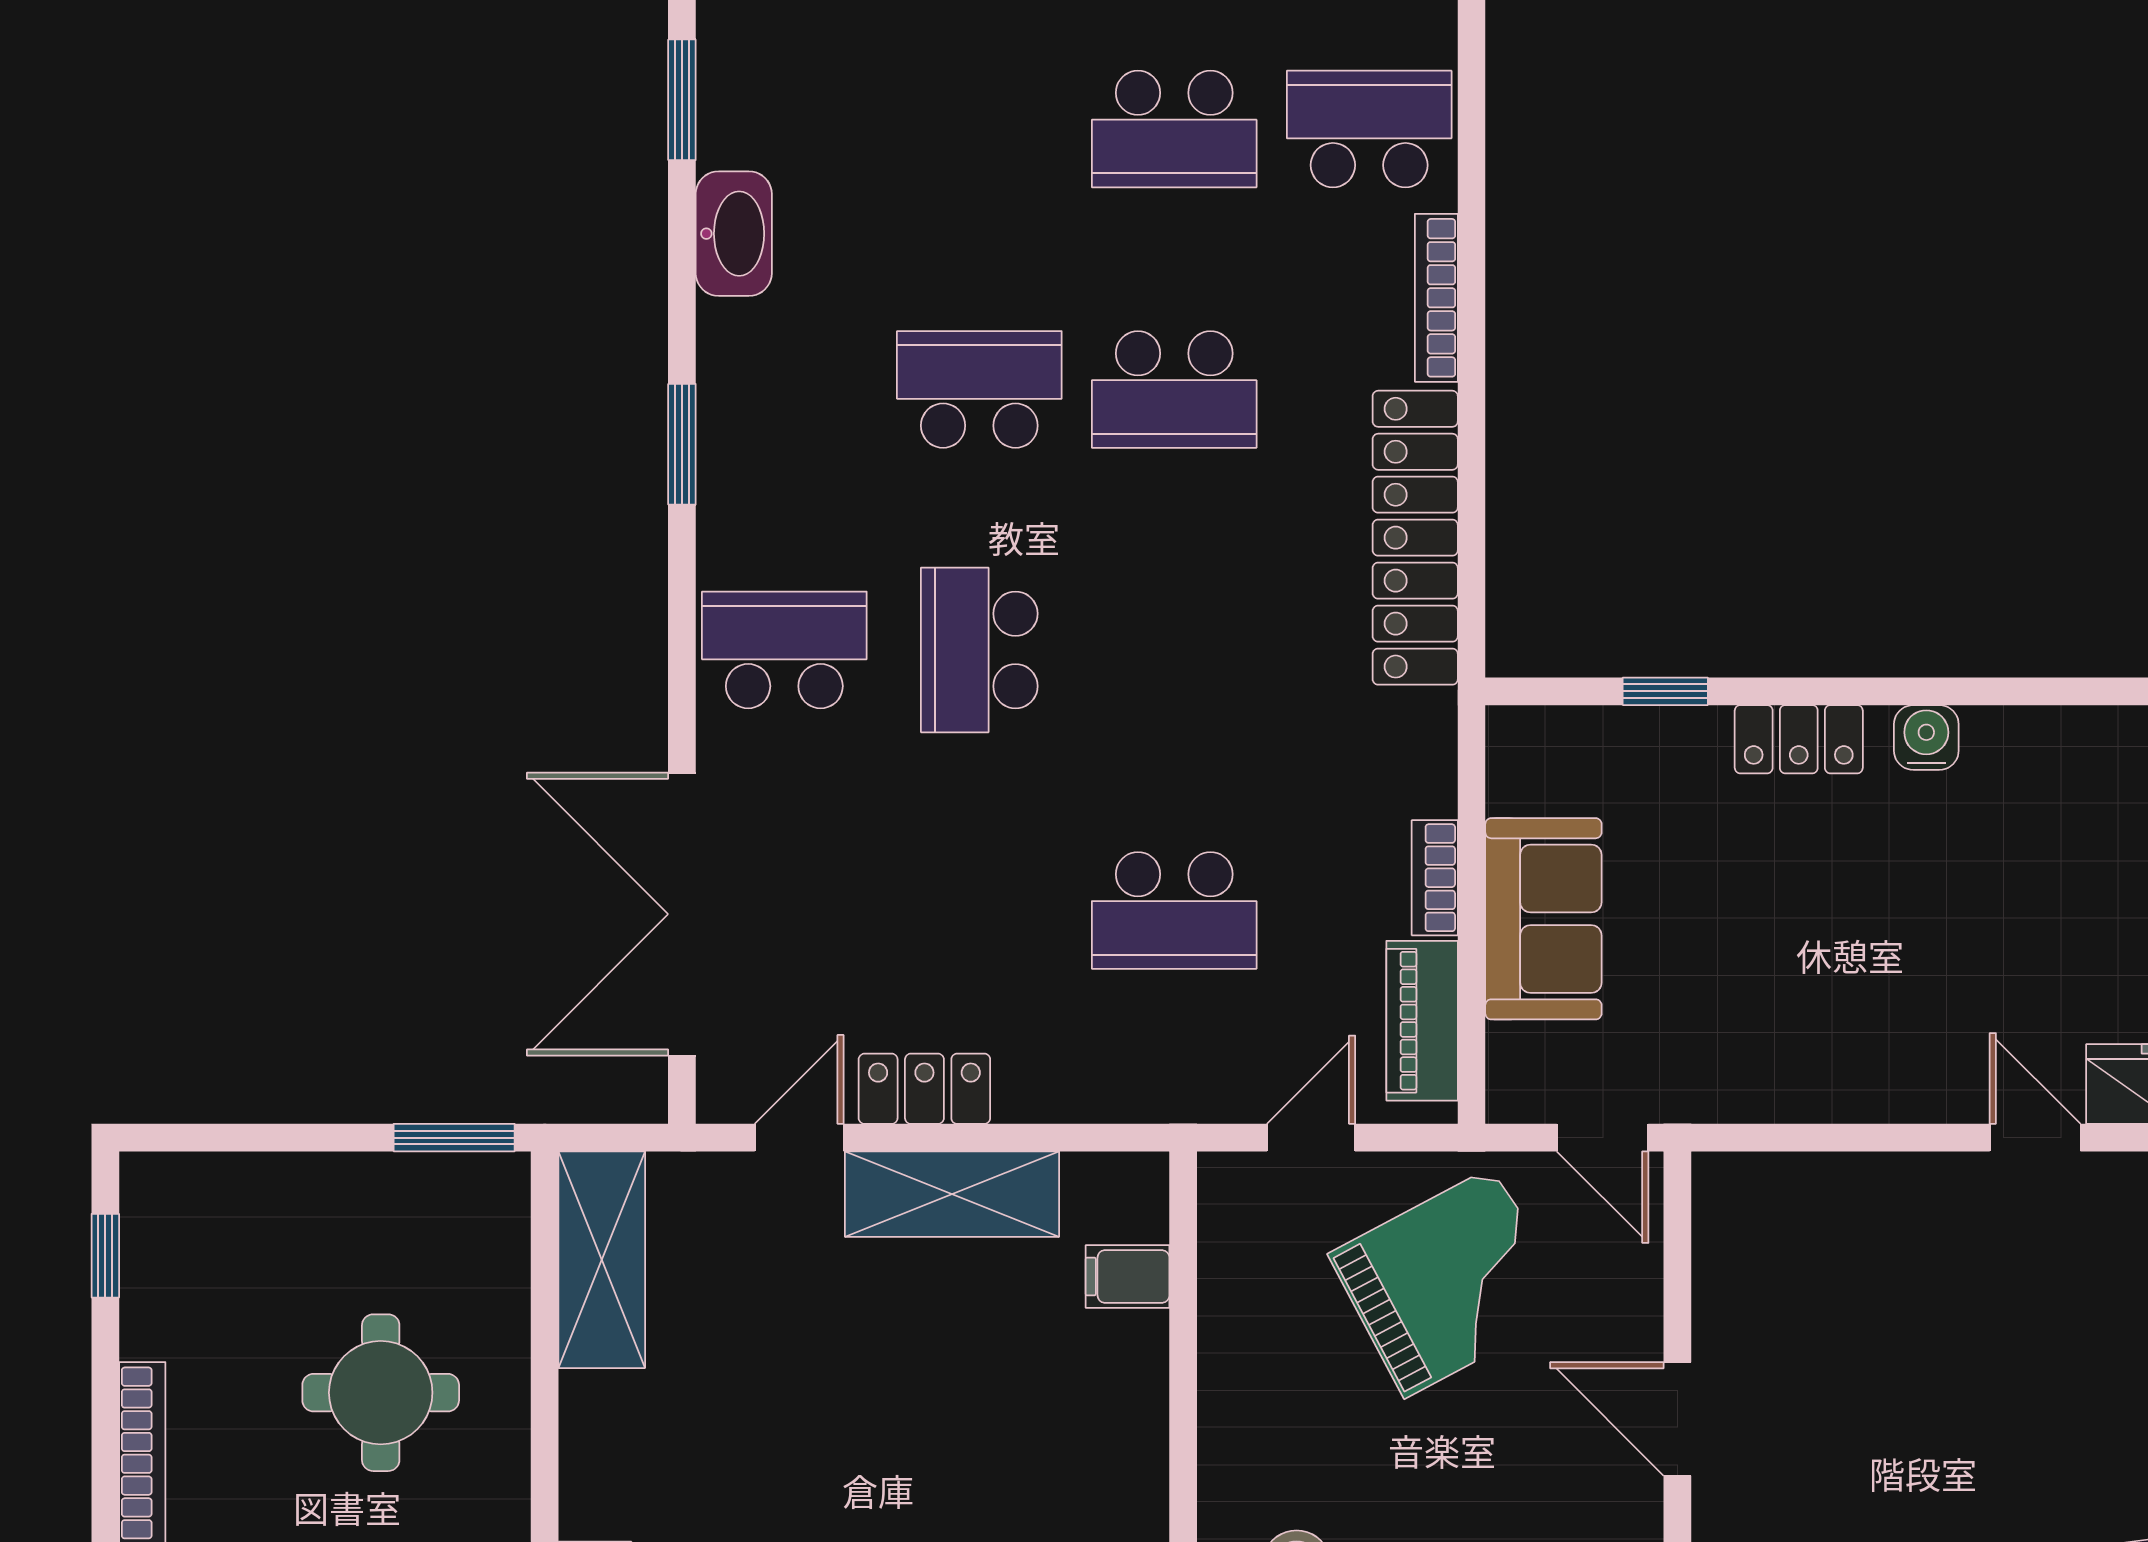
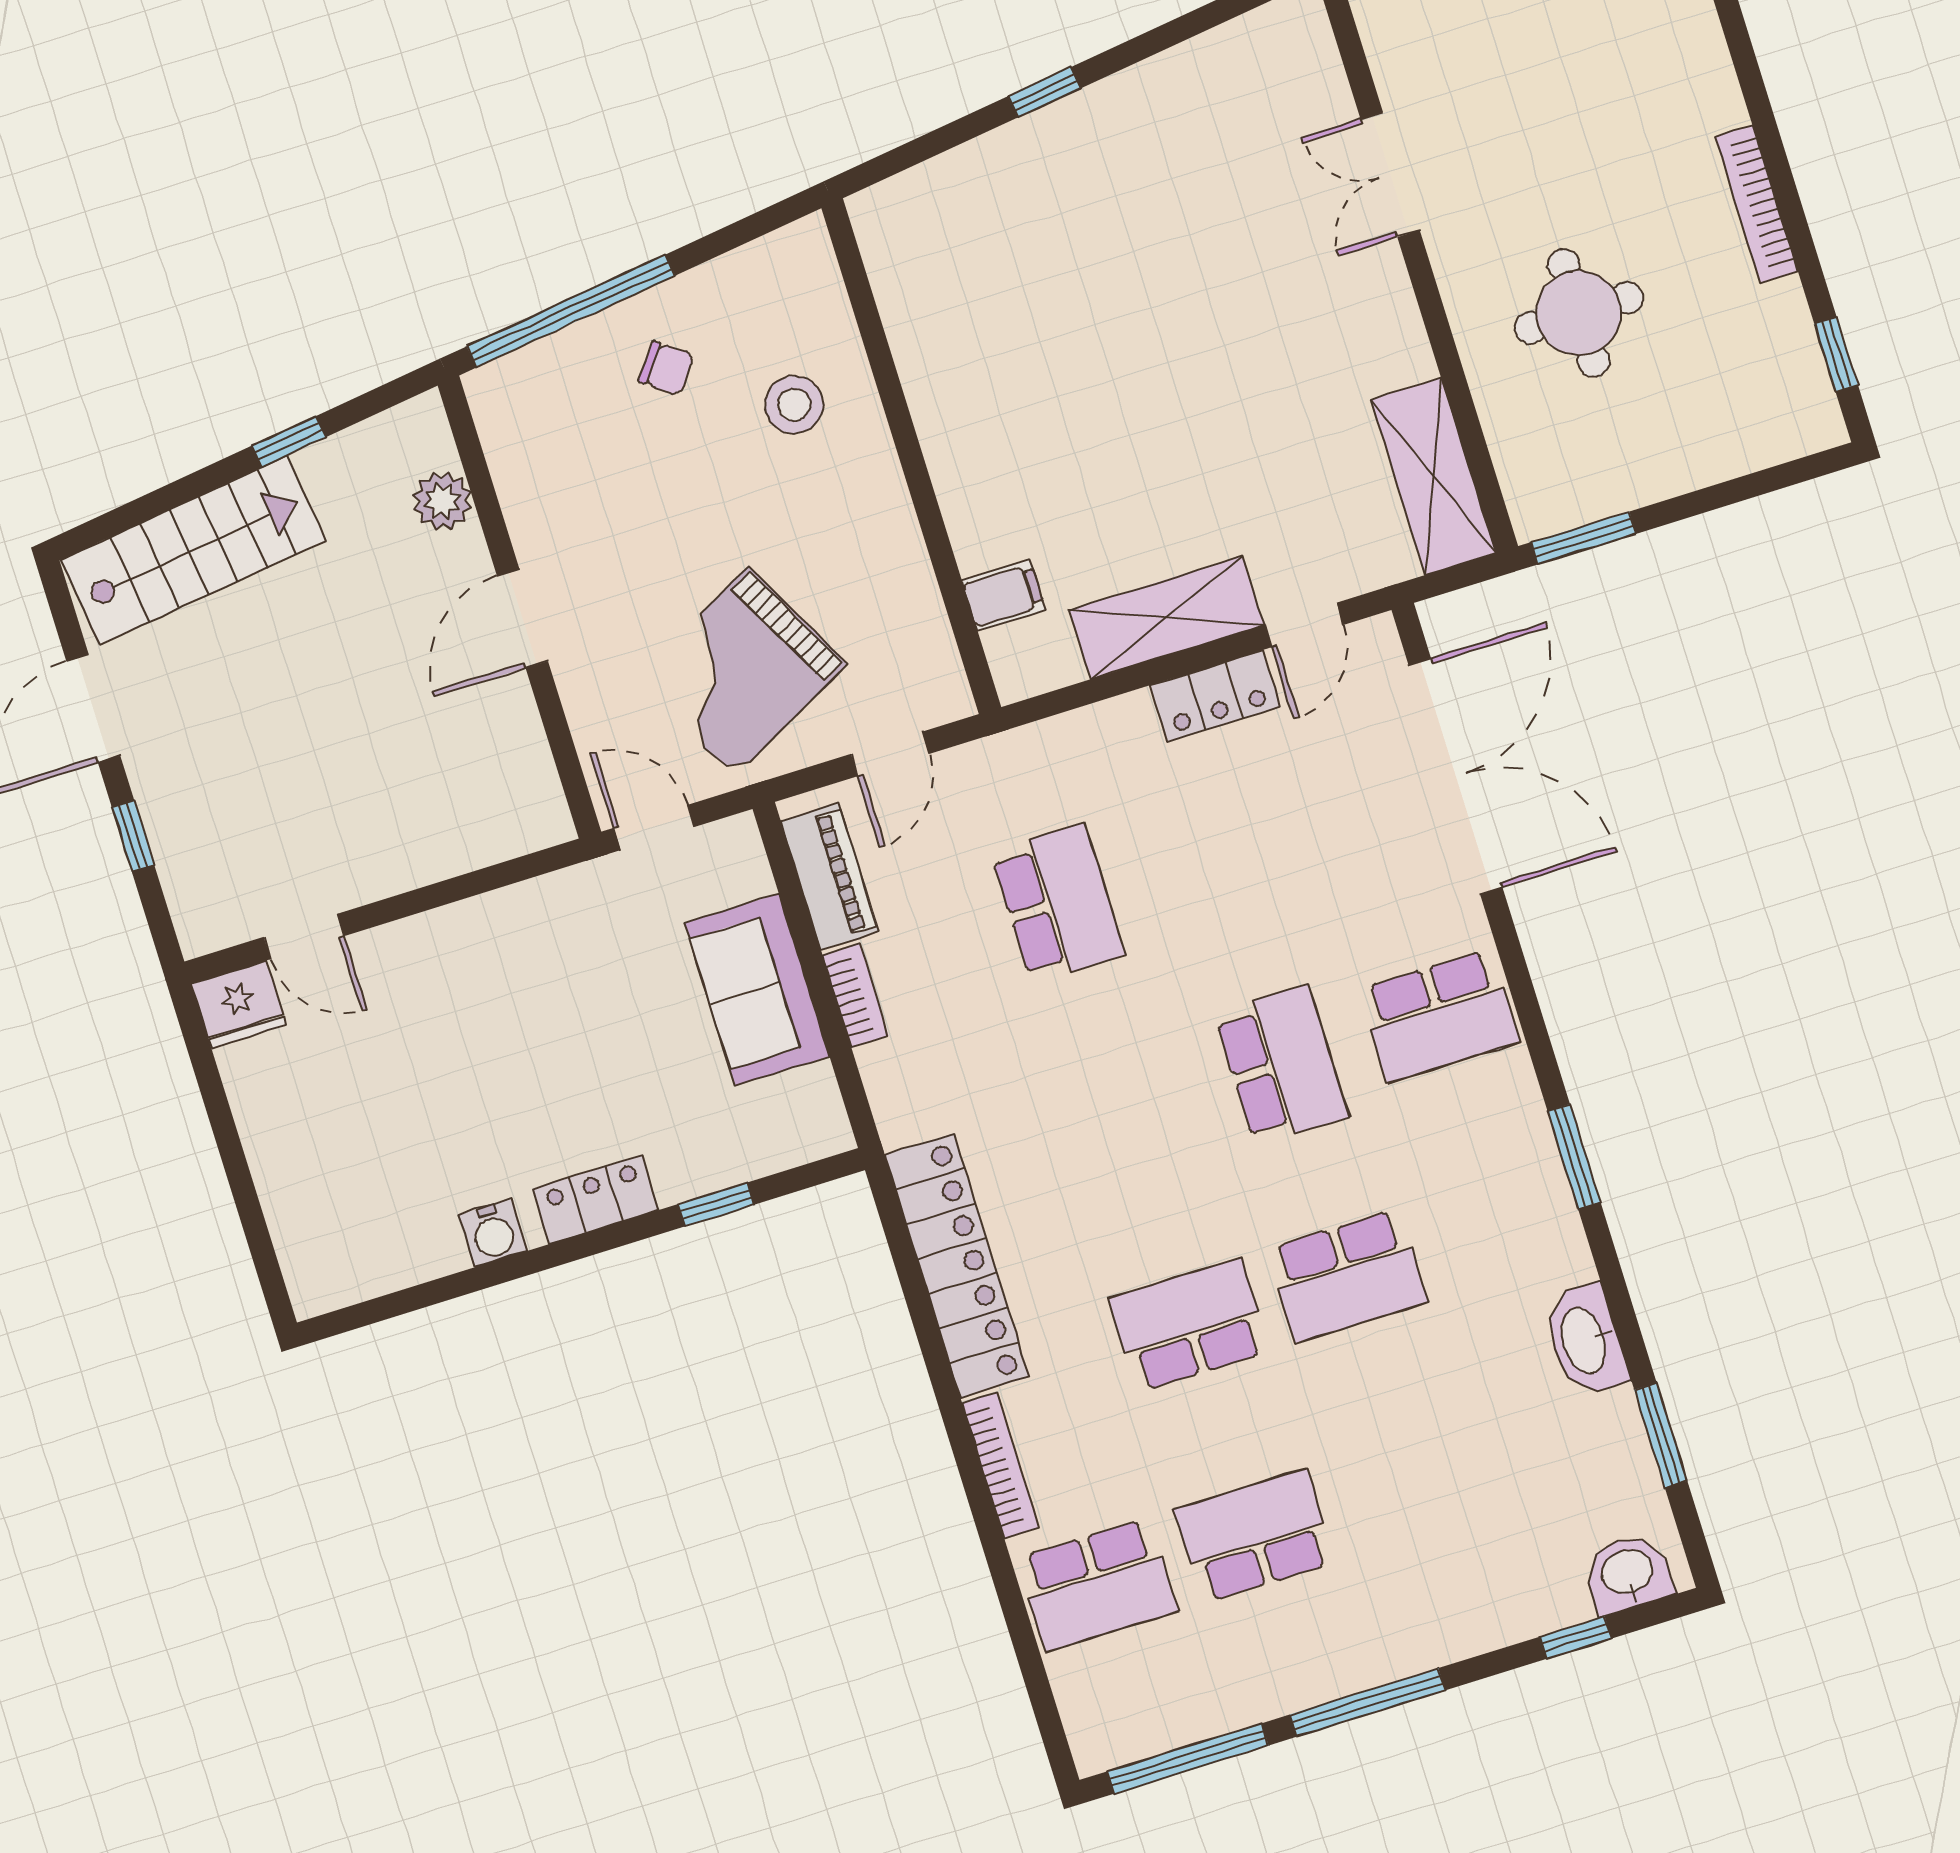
school desk: (1174, 910) -> (1058, 903), turned 90
door: (1677, 1419) -> (523, 619), swing flipped

